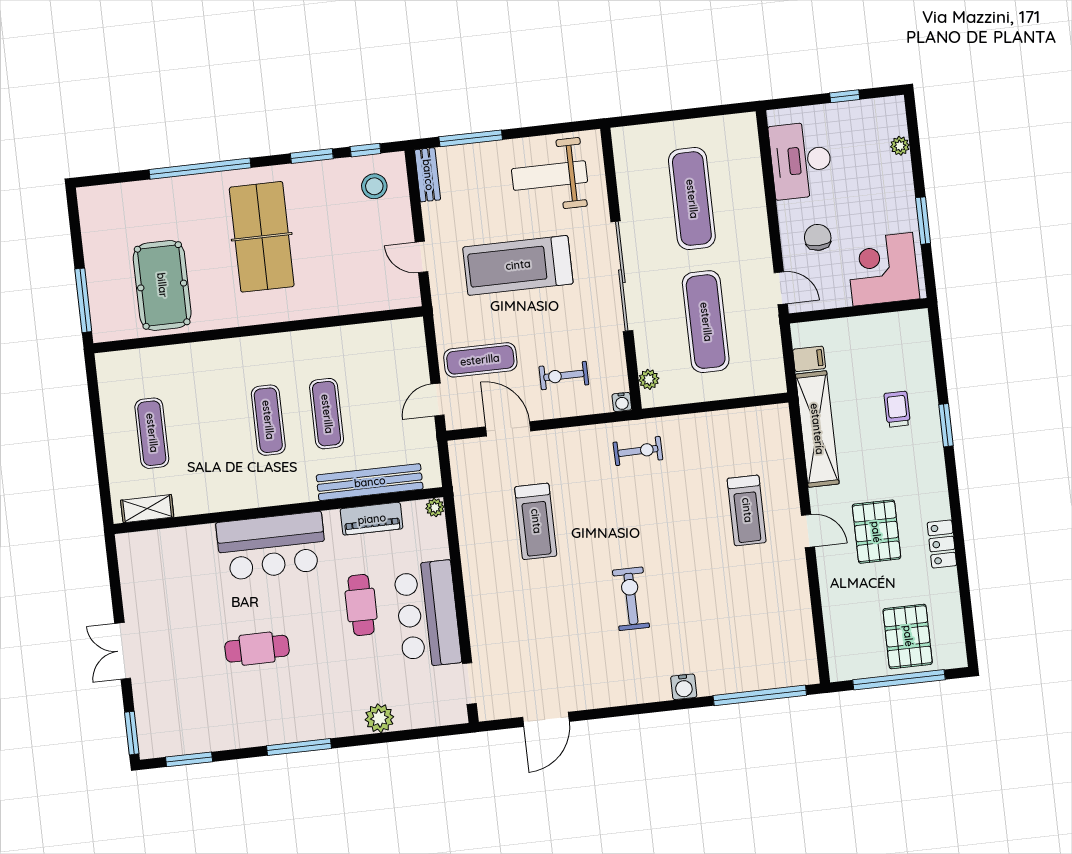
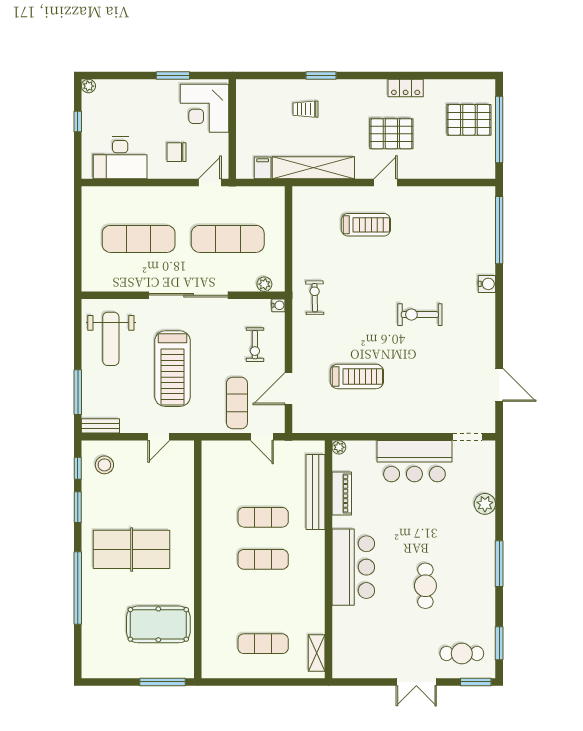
plant: (900, 146) -> (88, 86), moved
cafe table: (361, 605) -> (462, 653), moved

